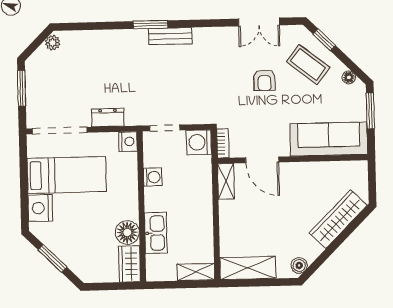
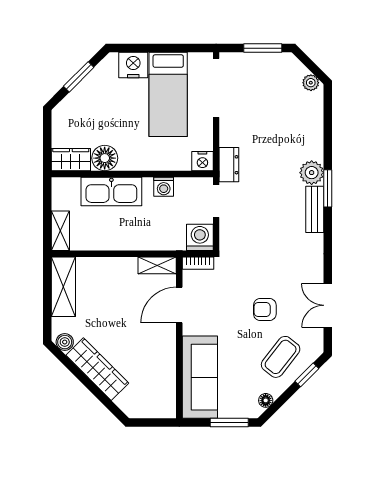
plant: (136, 40) -> (312, 173), added
dresser: (108, 117) -> (229, 165), moved
wardrobe: (338, 219) -> (97, 369), moved
kitchen sink: (156, 233) -> (111, 191), width x1.36, depth x1.24

